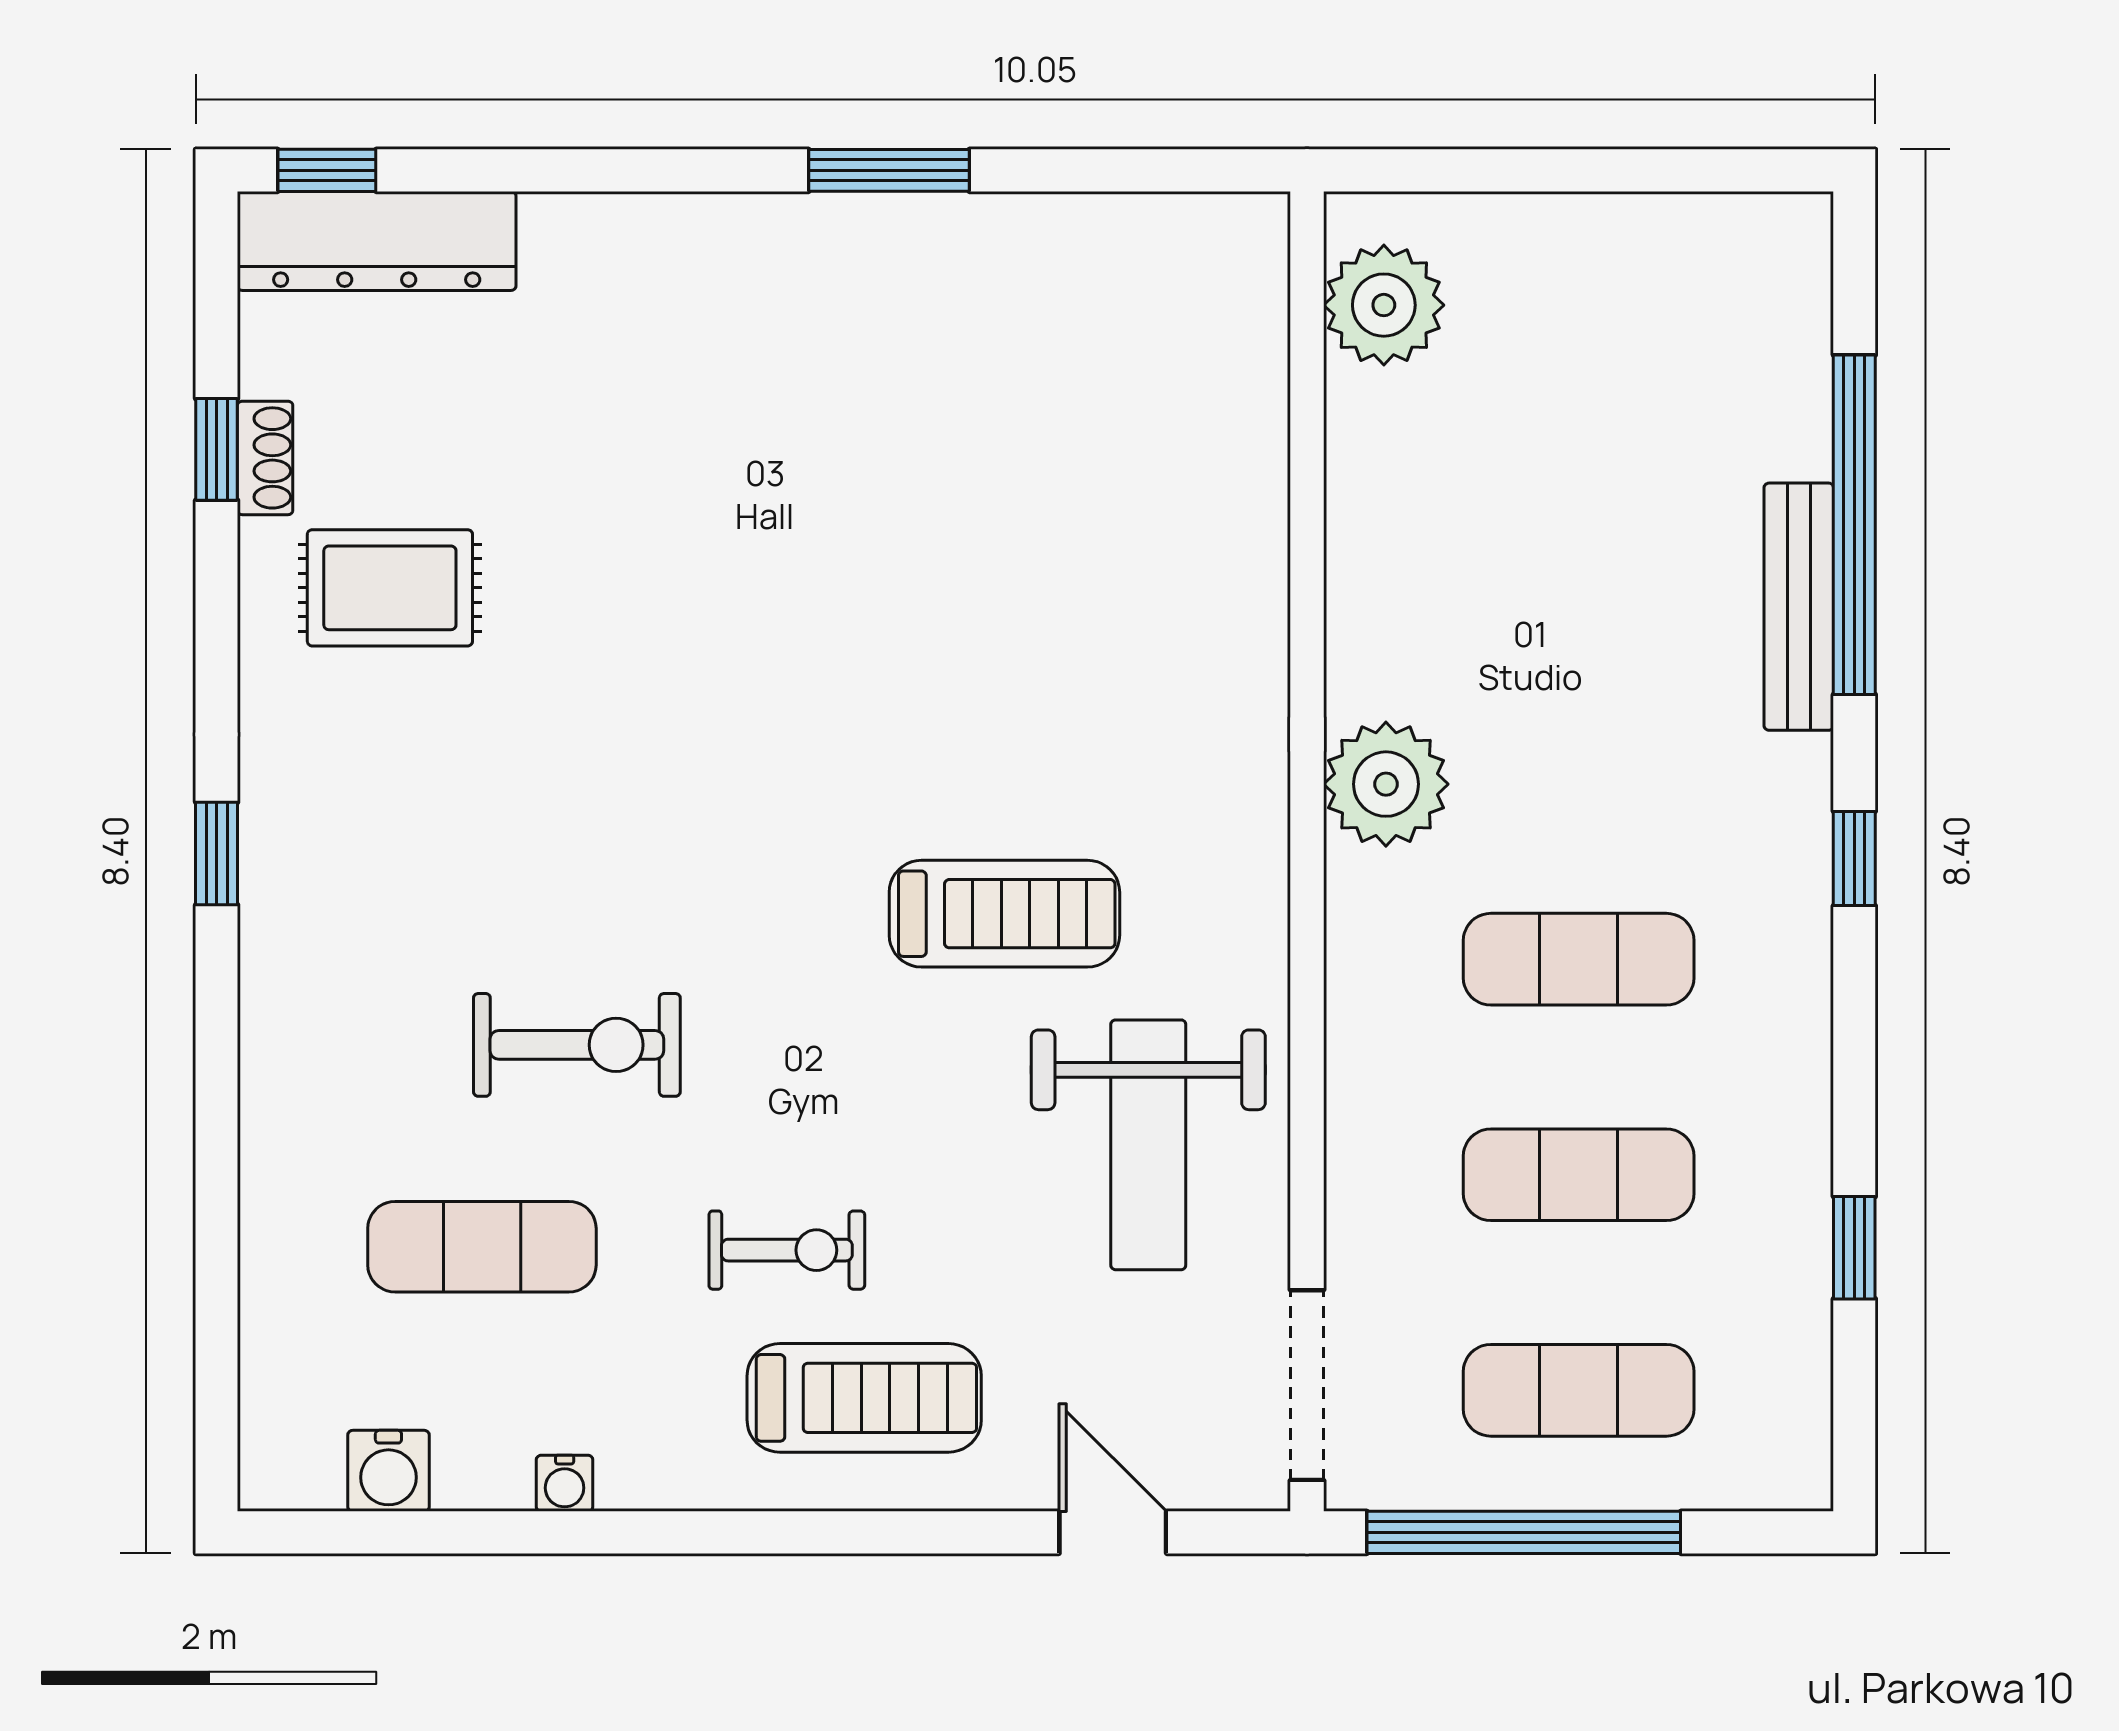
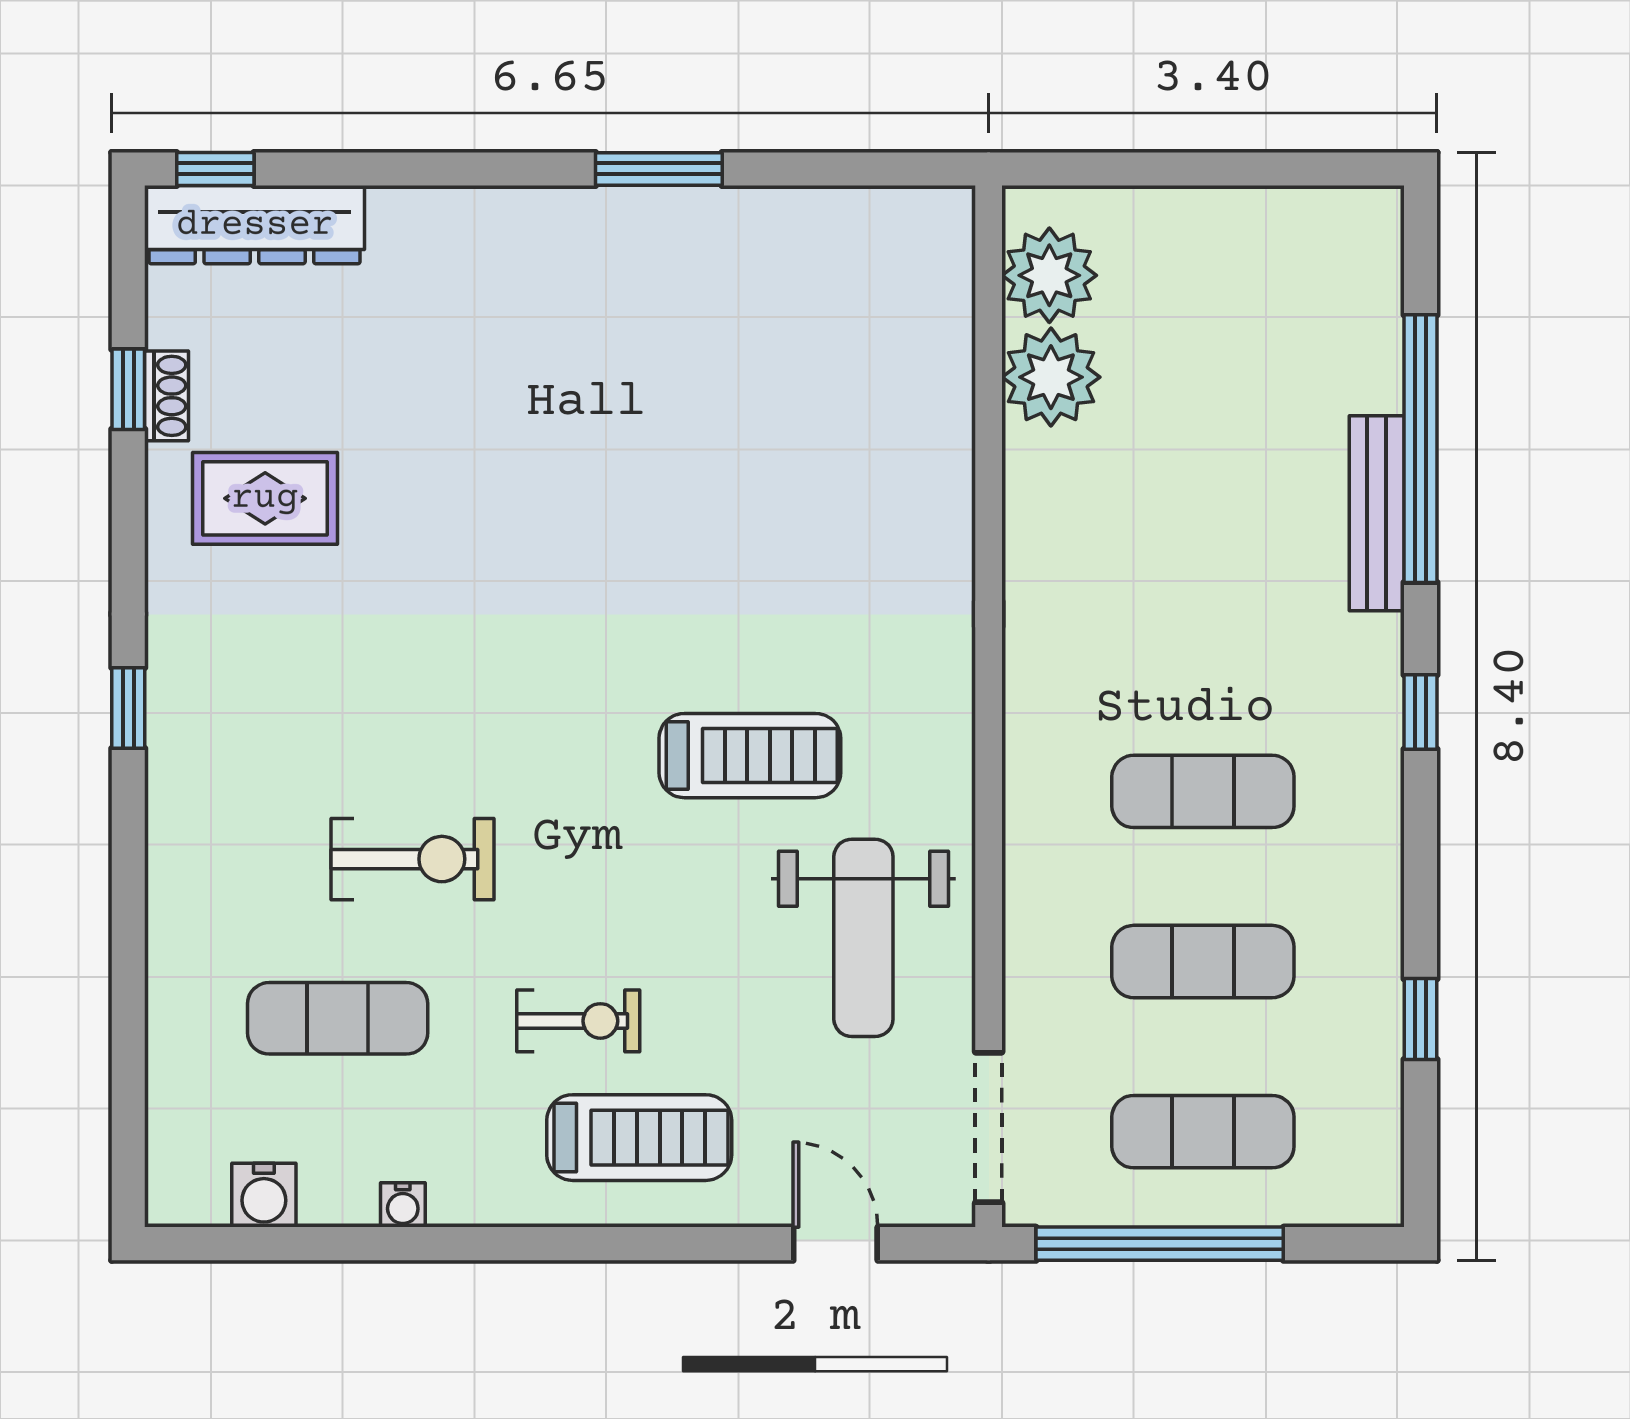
plant: (1386, 784) -> (1051, 377), moved

